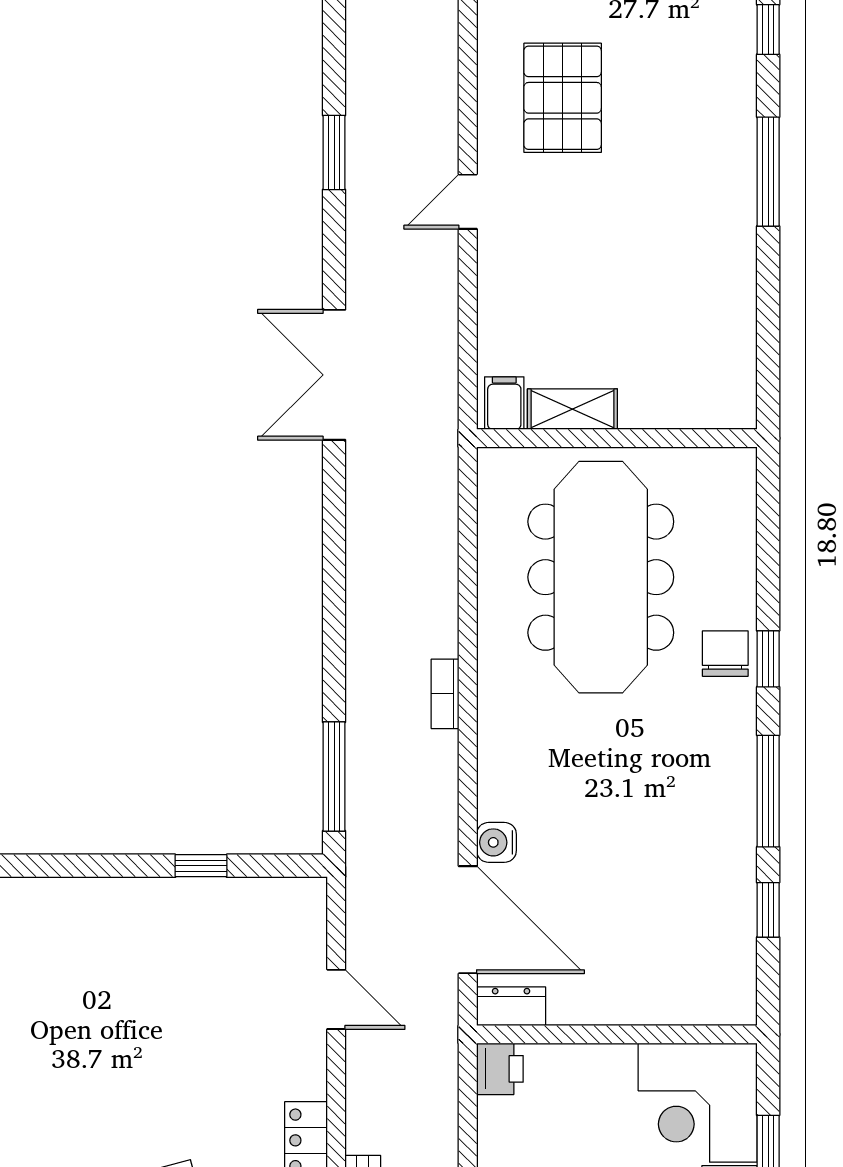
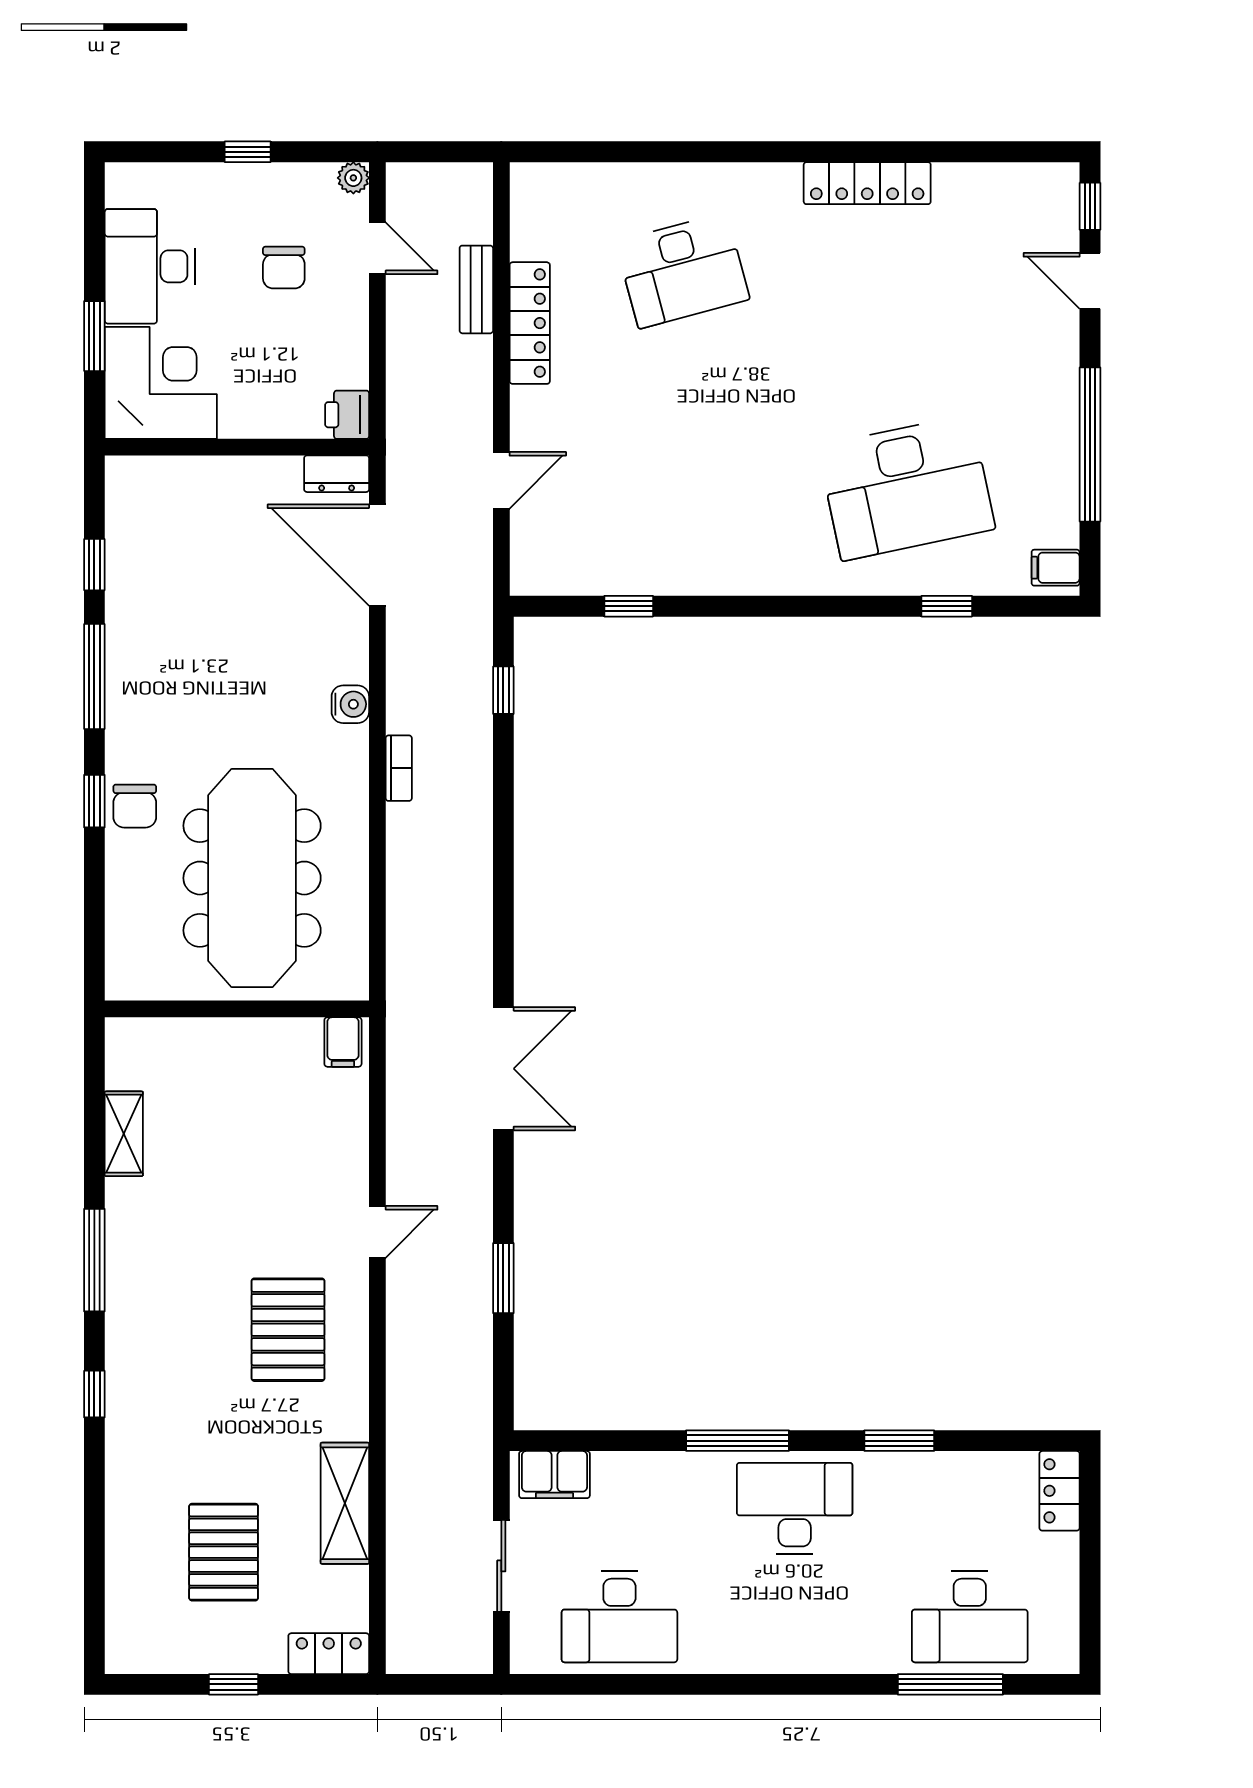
shelving: (572, 409) -> (124, 1134), moved, turned 90
window: (334, 777) -> (503, 690), width x0.46
water cooler: (496, 842) -> (350, 704), moved
door: (336, 999) -> (501, 480), swing flipped

